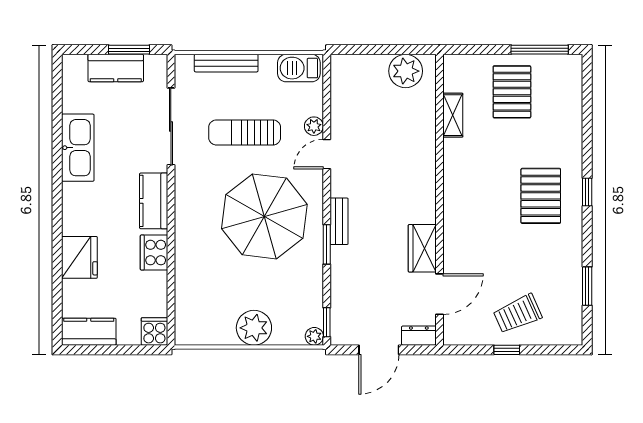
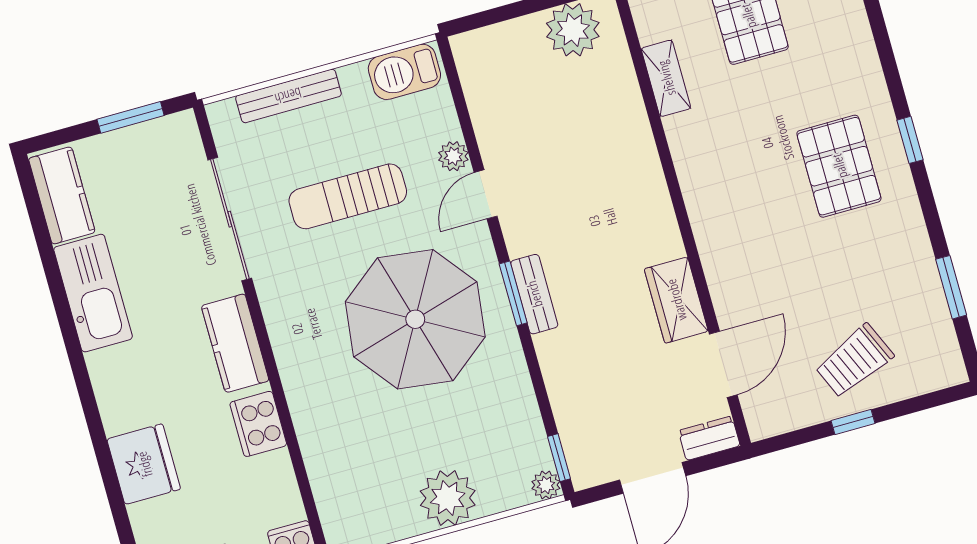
kitchen counter: (116, 68) -> (62, 195), moved, turned -90
window: (327, 244) -> (513, 293), moved

